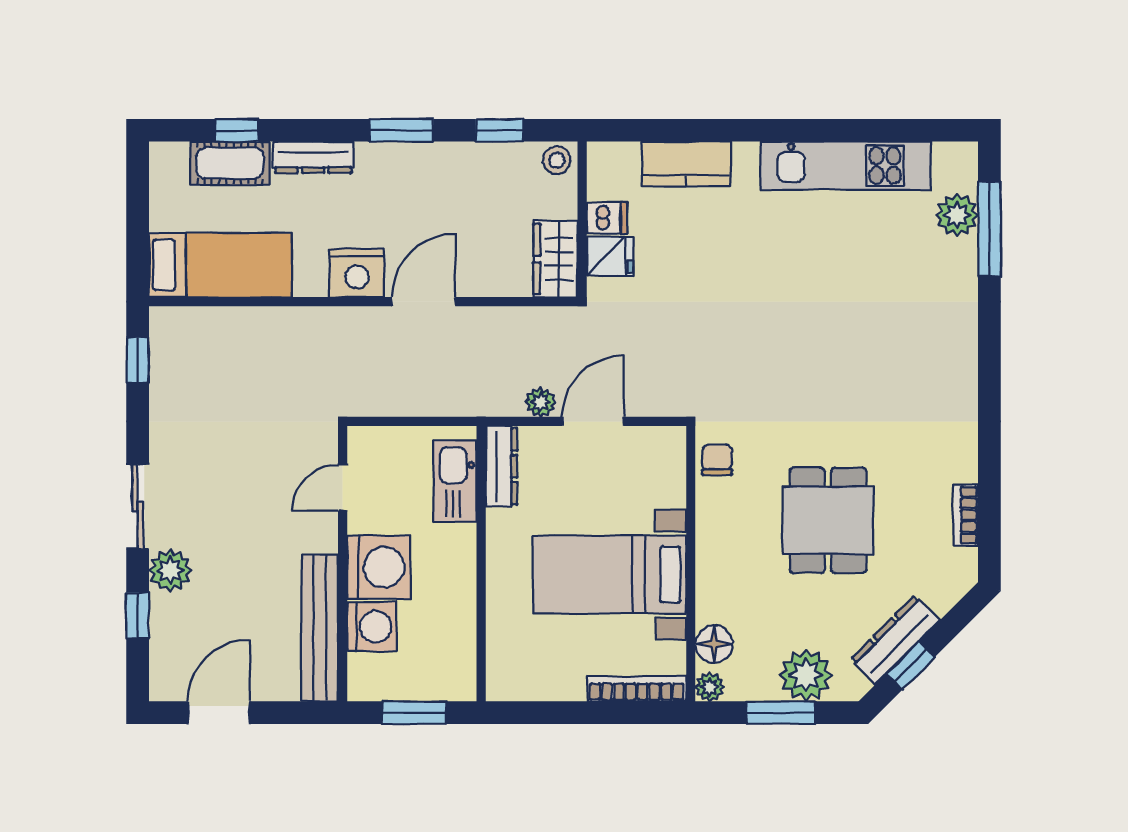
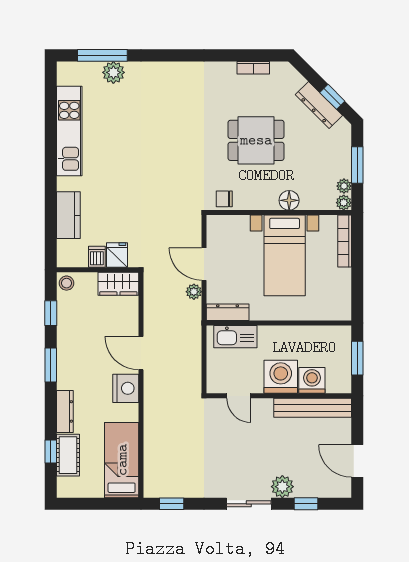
plant: (957, 215) -> (113, 72), moved
floor lamp: (714, 644) -> (289, 200), moved
plant: (806, 675) -> (344, 186), moved, width x0.53, depth x0.53

